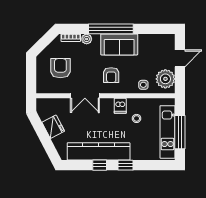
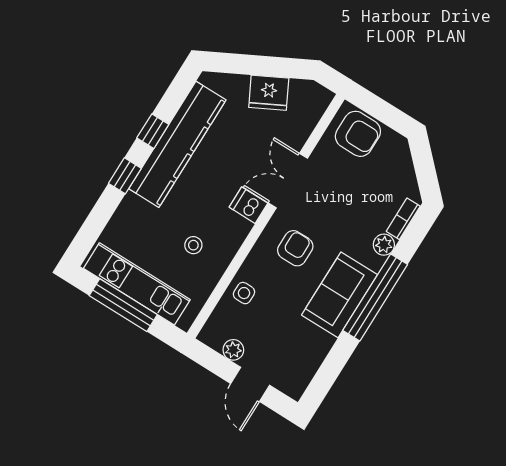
armchair: (60, 68) -> (358, 134), moved
armchair: (111, 75) -> (295, 248), turned 90
plant: (165, 79) -> (233, 350), width x0.53, depth x0.53
dishwasher: (120, 106) -> (248, 205), moved

